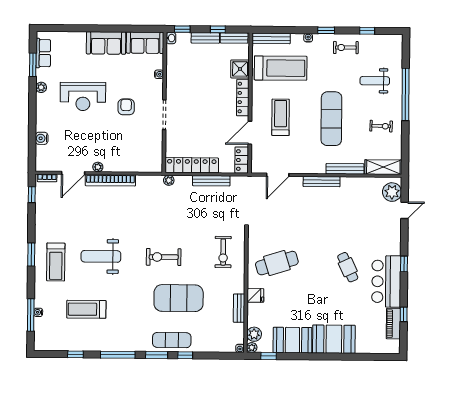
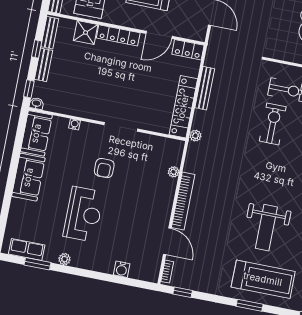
armchair: (126, 107) -> (104, 168), turned -90
door: (250, 133) -> (159, 35), hinge flipped
plant: (98, 167) -> (174, 172), moved
exercise bike: (164, 257) -> (273, 124), moved, turned 180
treadmill: (56, 262) -> (263, 279), width x1.37, depth x1.37

